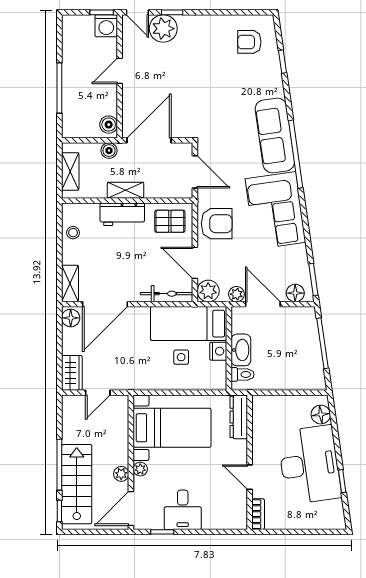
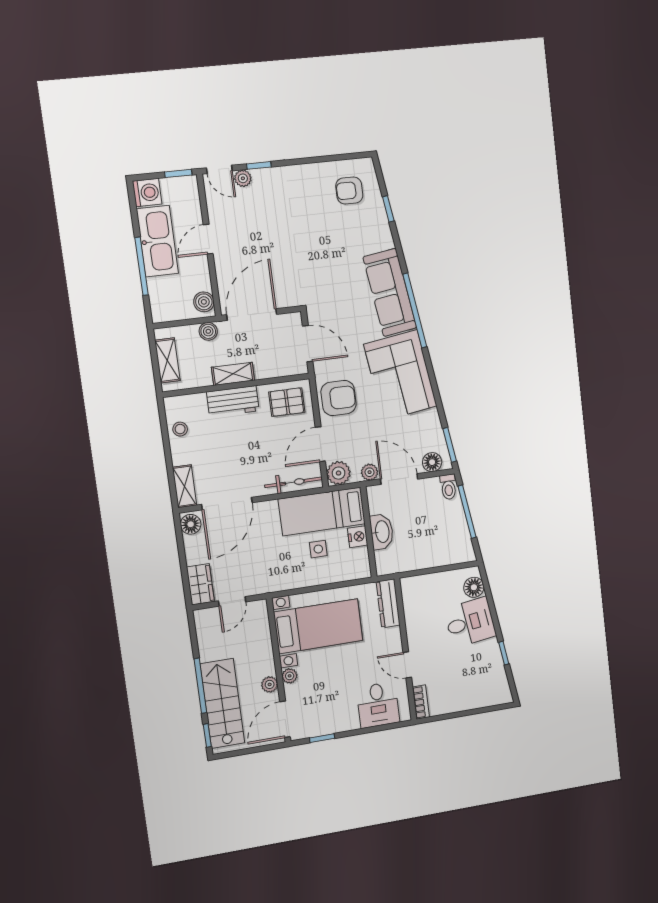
washing machine: (106, 26) -> (147, 193), moved, turned -90
plant: (163, 29) -> (243, 178), width x0.53, depth x0.53
kitchen sink: (76, 68) -> (157, 241), added
door: (195, 263) -> (320, 444), hinge flipped
toilet: (243, 374) -> (448, 487), moved, turned 90
desk: (309, 465) -> (470, 622), width x0.53, depth x0.77
desk: (183, 510) -> (378, 705), moved

